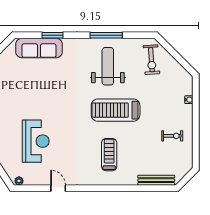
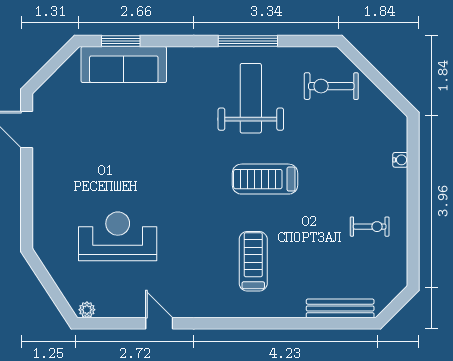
window: (52, 35) -> (121, 41), moved
exercise bike: (151, 60) -> (331, 86), turned 94
treadmill: (116, 110) -> (265, 179), width x0.73, depth x0.73
reception desk: (36, 141) -> (118, 236), turned -90

